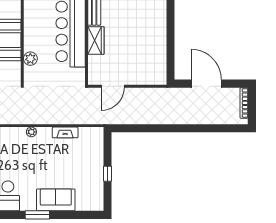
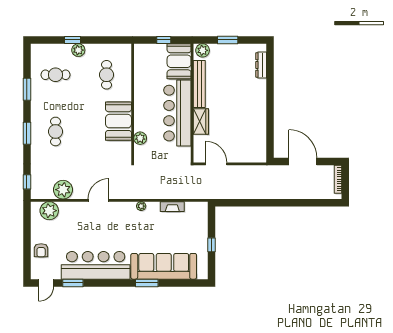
door: (113, 86) -> (216, 164), swing flipped
sofa: (56, 200) -> (164, 266), width x1.85, depth x1.27

